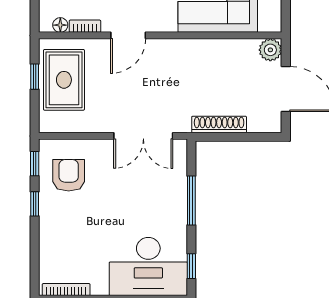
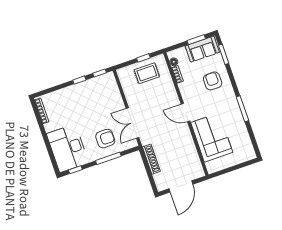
door: (128, 35) -> (185, 113), moved
plant: (270, 50) -> (198, 172), removed
rug: (64, 80) -> (147, 73), width x0.73, depth x0.70
armchair: (69, 175) -> (105, 139), moved

